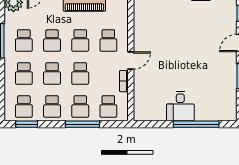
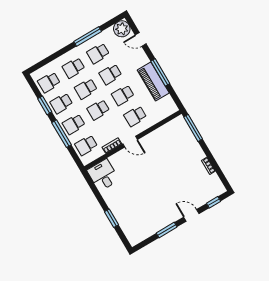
desk: (180, 106) -> (103, 175), moved, turned 90
window: (27, 124) -> (45, 105), moved
window: (196, 124) -> (112, 218), width x0.47

